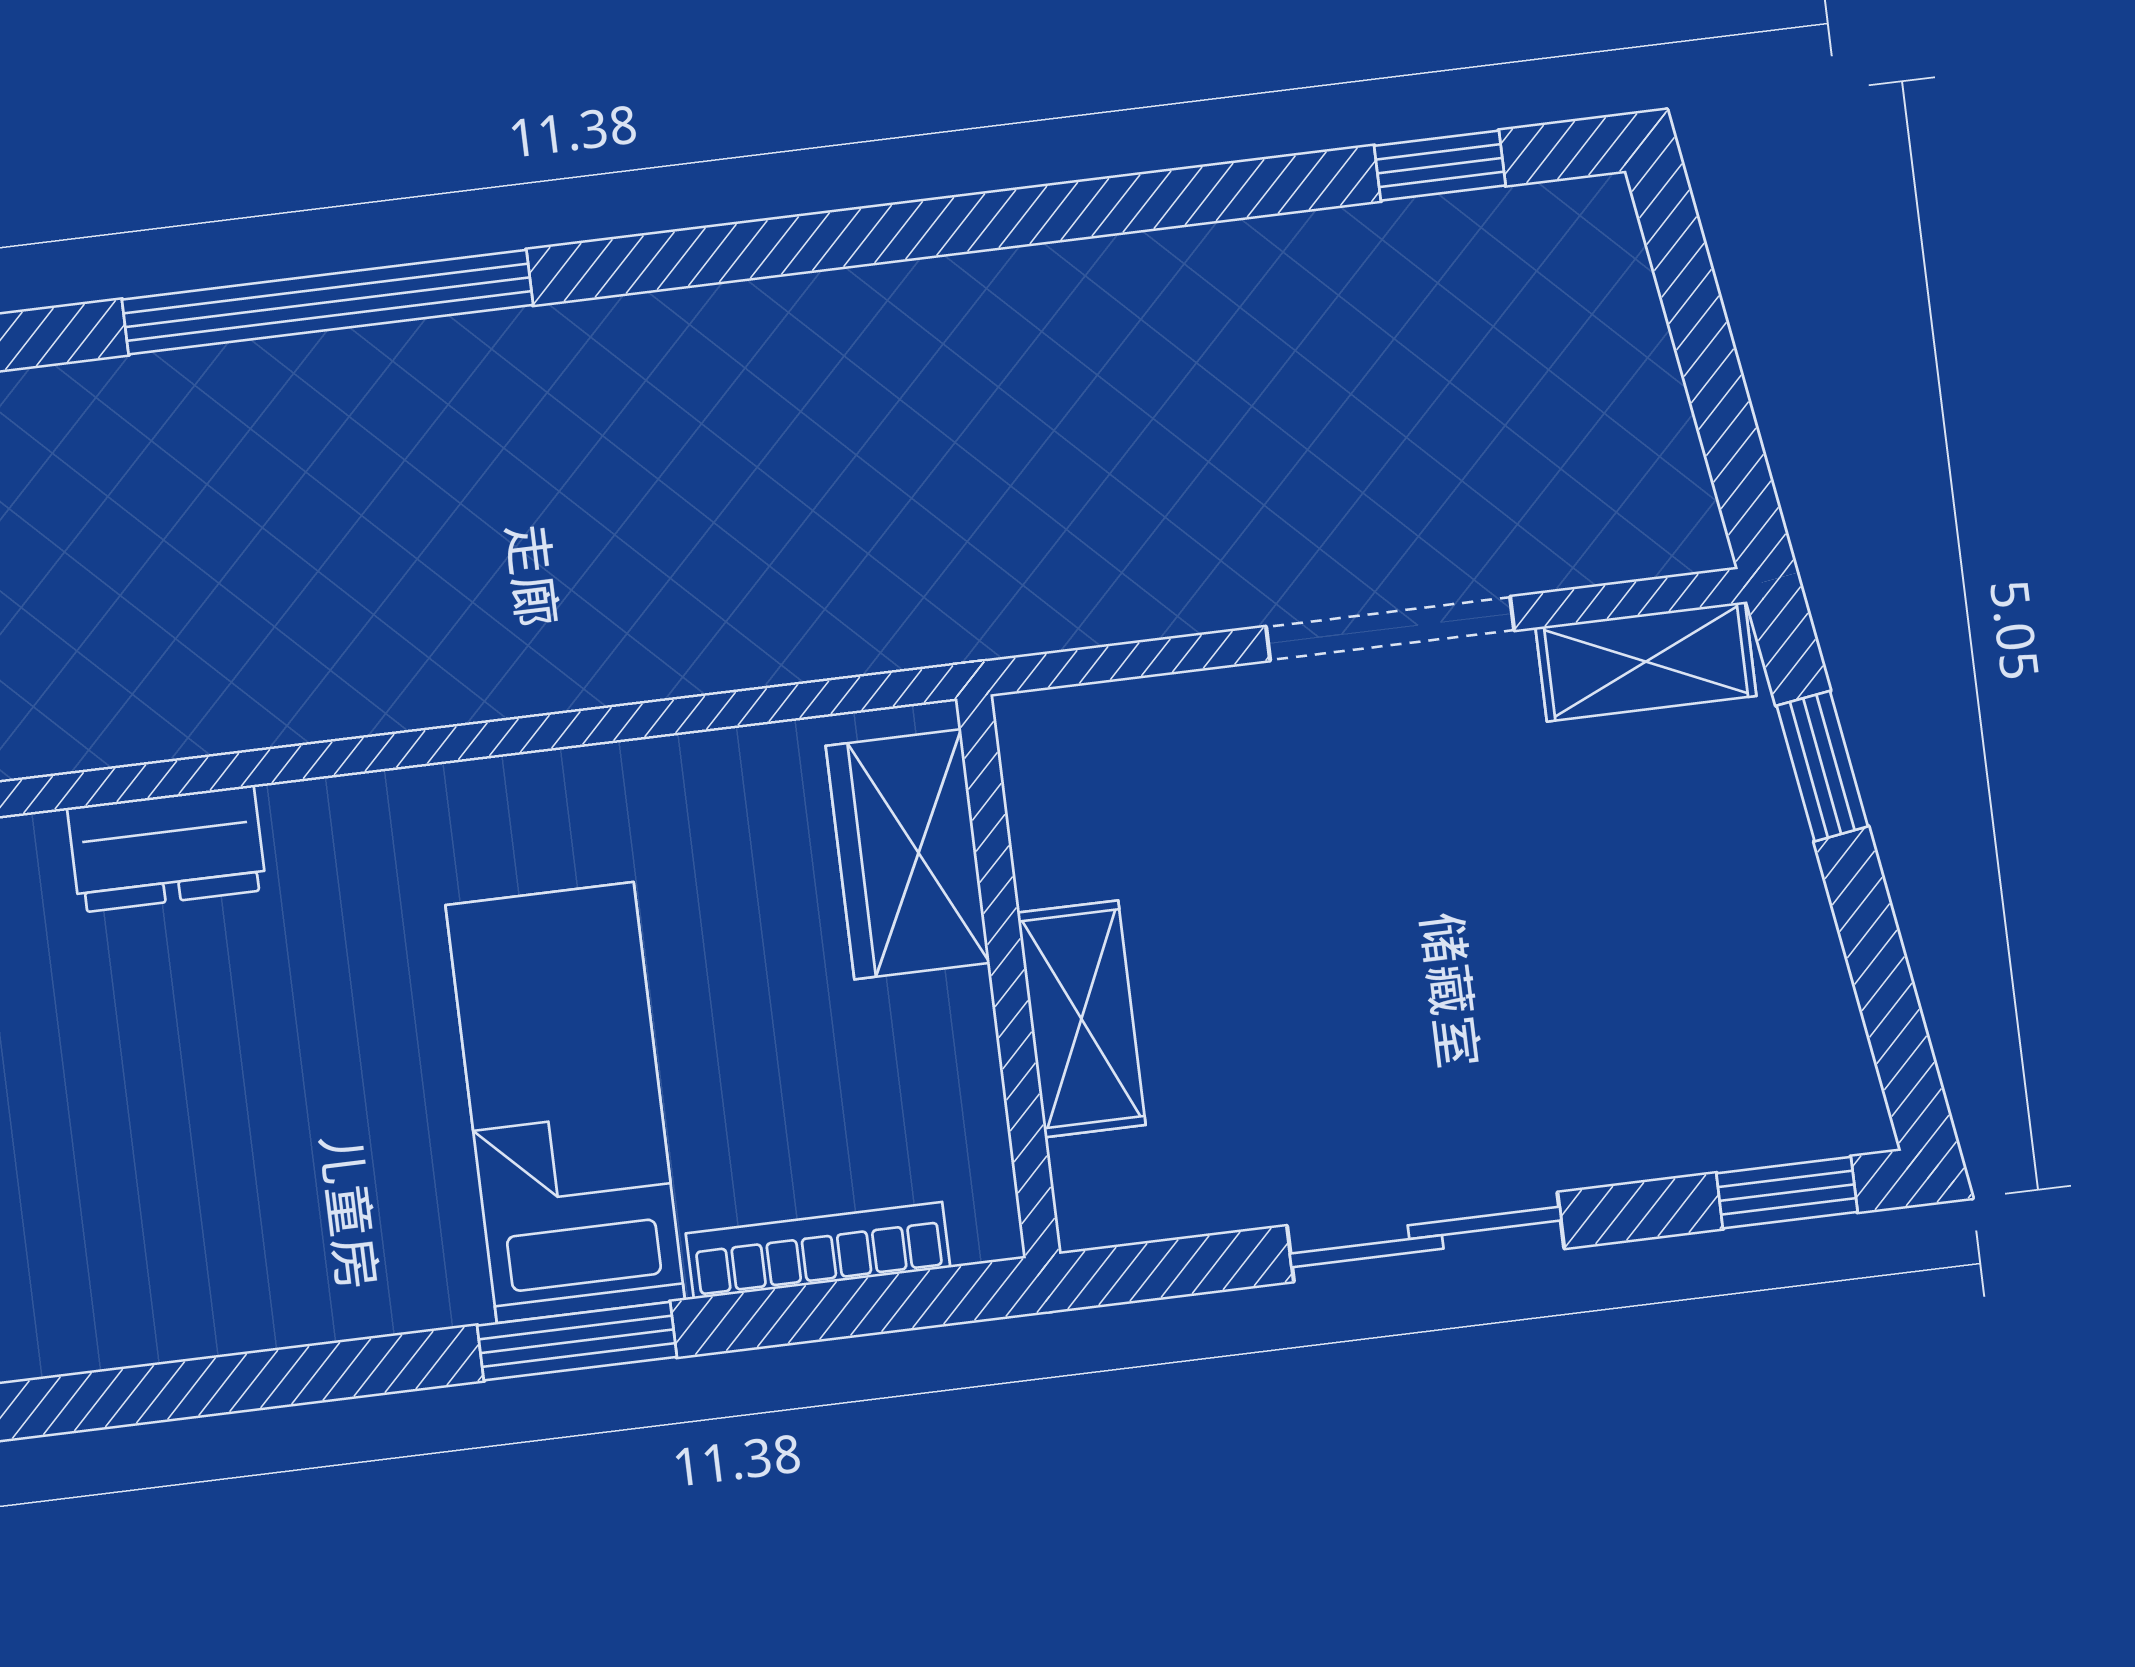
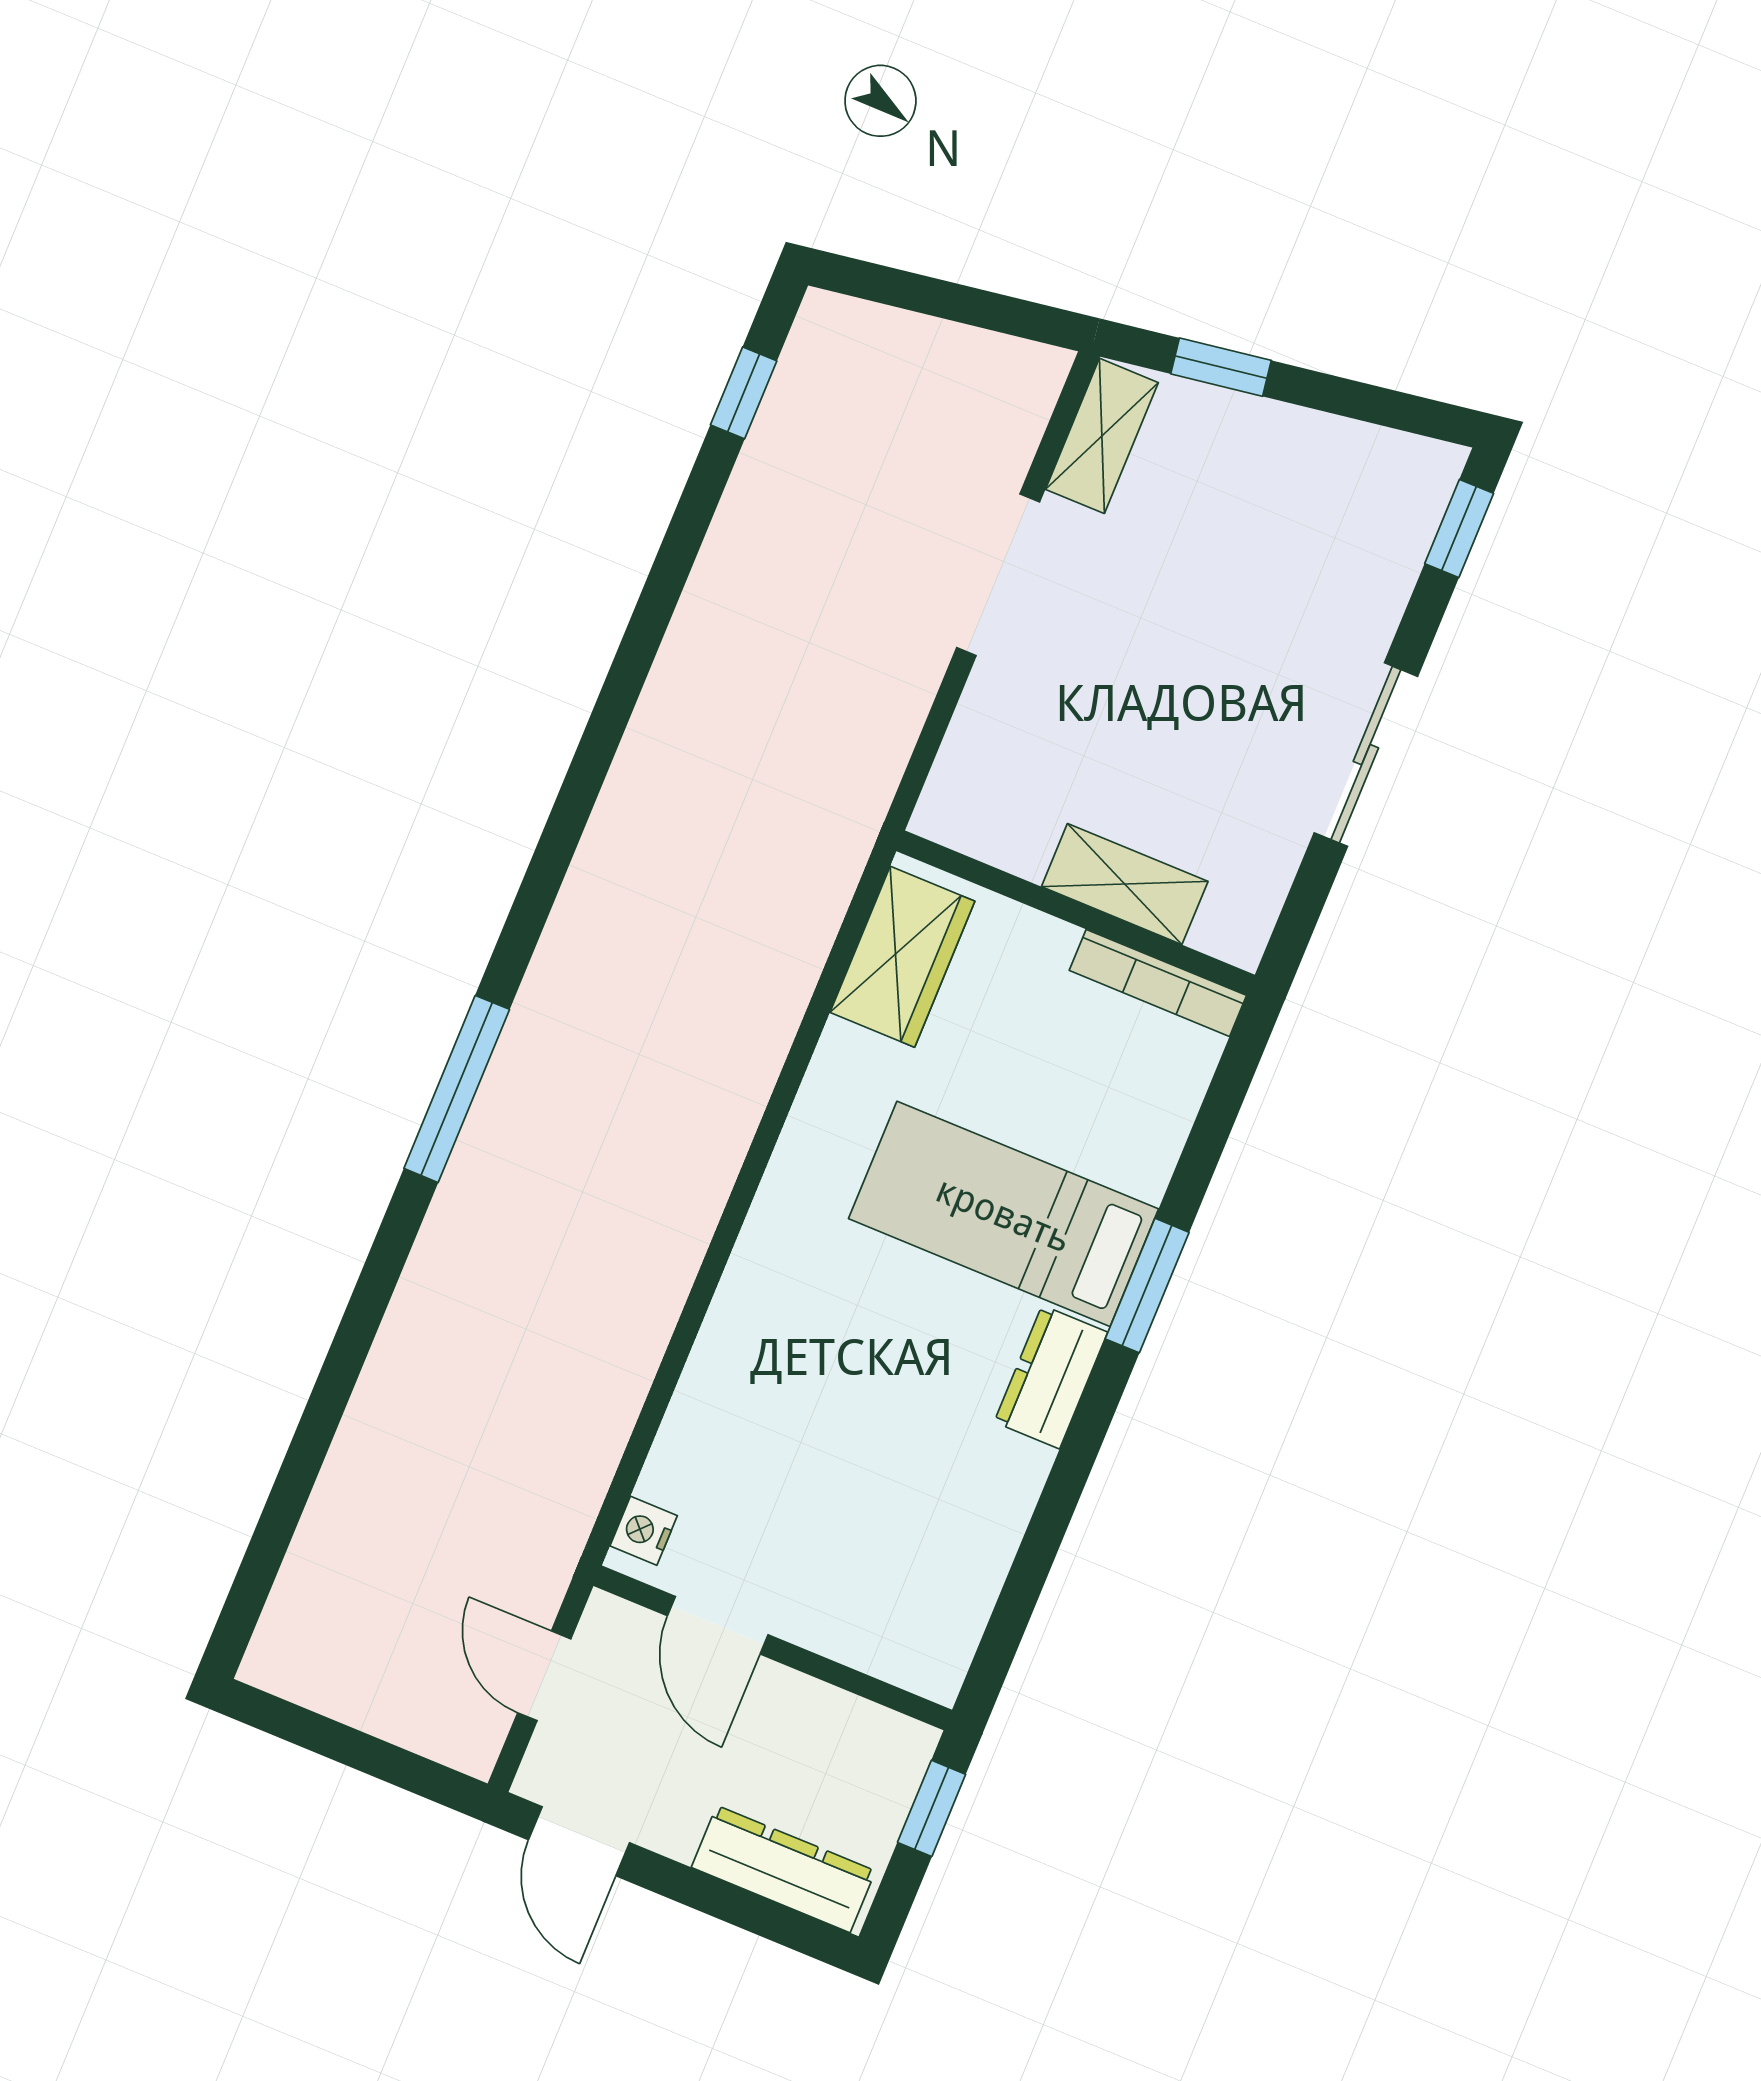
window: (328, 302) -> (457, 1089), width x0.68
dresser: (167, 849) -> (1051, 1377), moved, turned 180
wardrobe: (908, 854) -> (902, 957), moved, turned -90
bookcase: (818, 1250) -> (1158, 983), moved, turned -90

